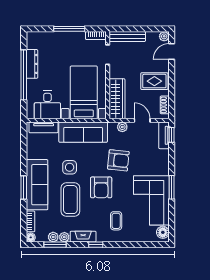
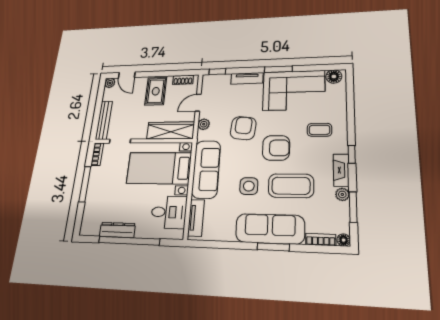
tv unit: (164, 135) -> (247, 78), moved
plant: (53, 237) -> (342, 209), removed

